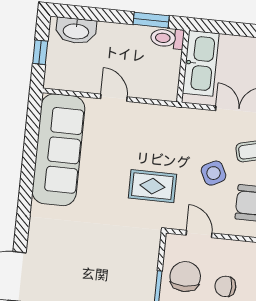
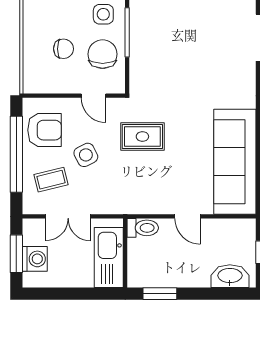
toilet: (167, 38) -> (143, 228), moved
chair: (185, 277) -> (103, 54), turned 180

